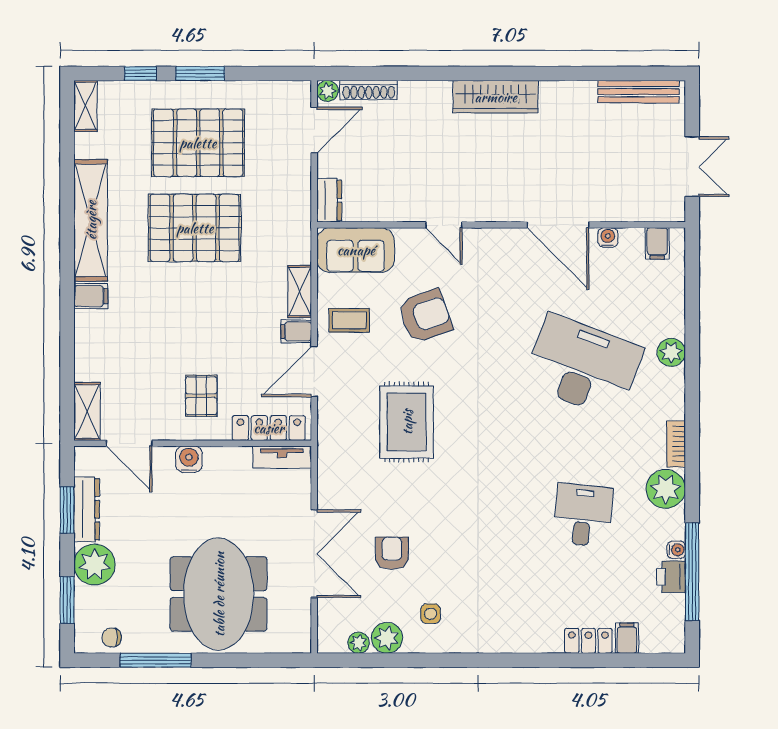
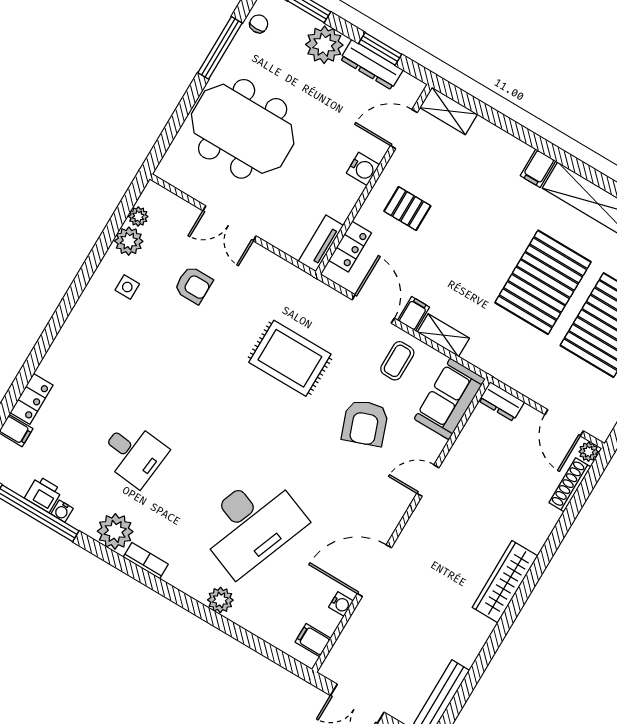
locker: (269, 428) -> (350, 247), width x0.66
double door: (314, 554) -> (230, 223), width x0.73

